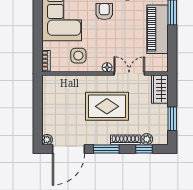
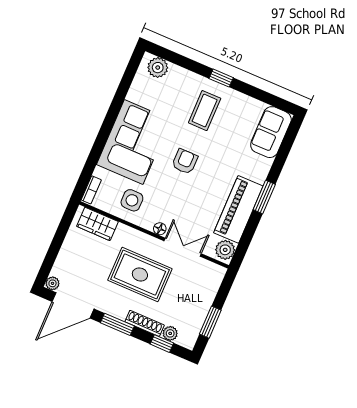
plant: (160, 62) -> (225, 250), added
wardrobe: (160, 89) -> (97, 224), moved, turned -90

